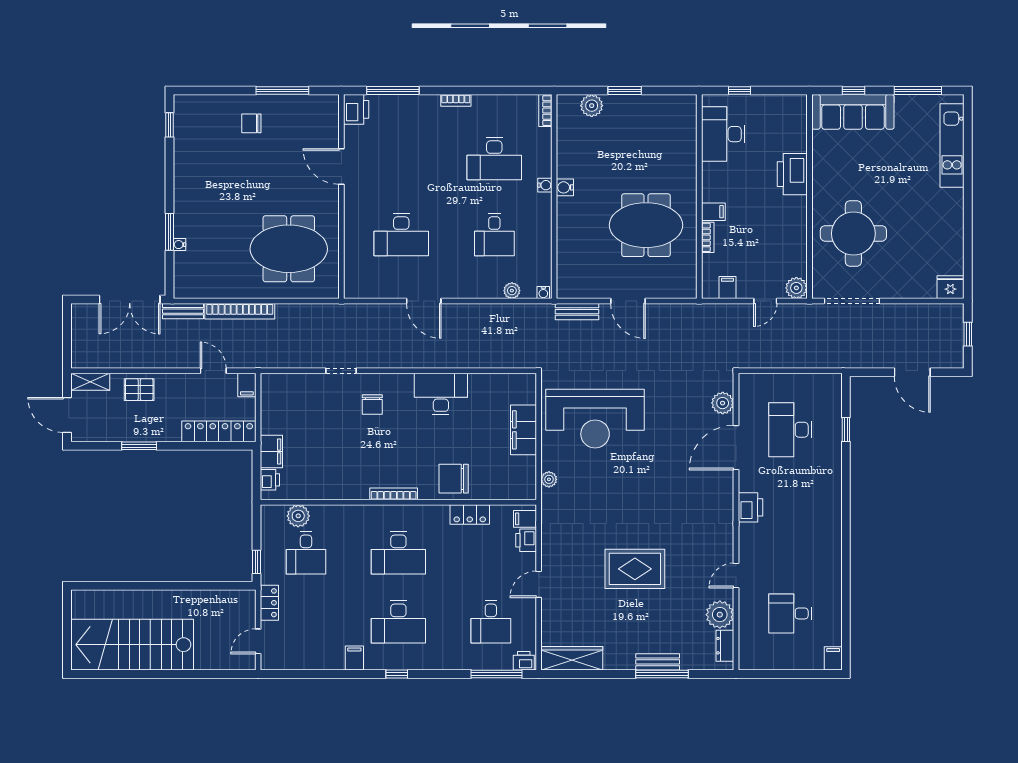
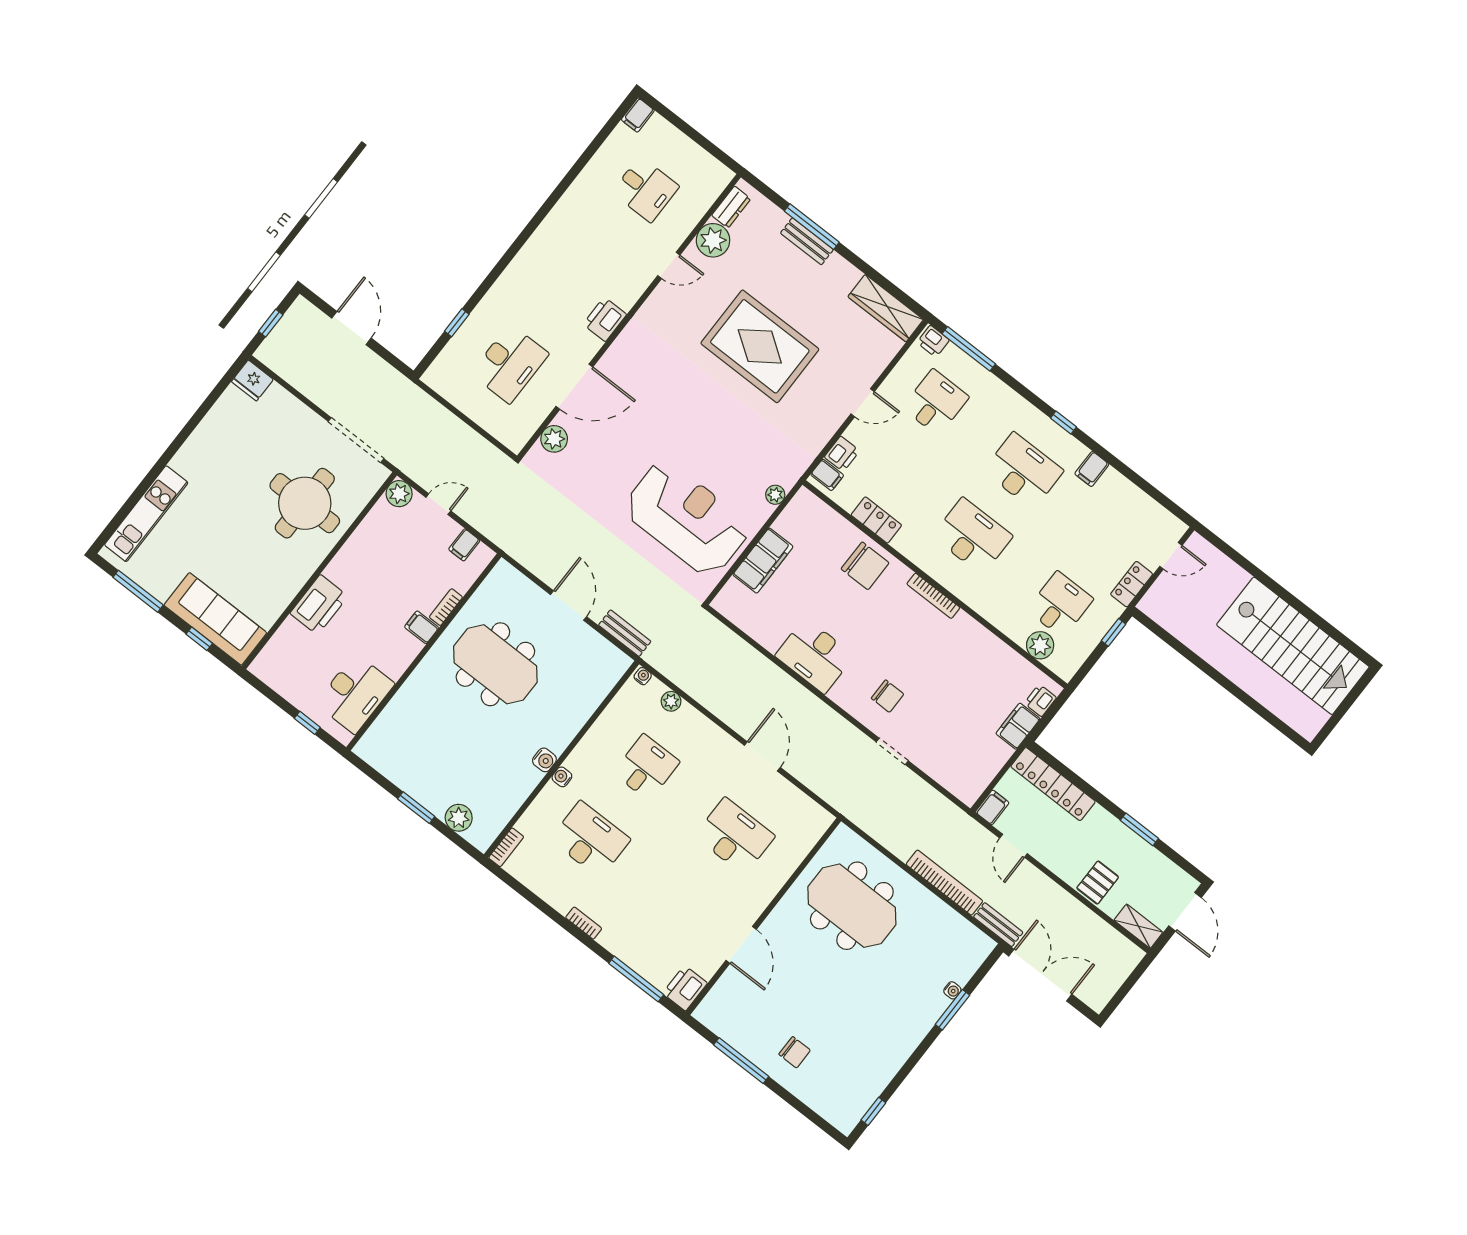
pallet: (139, 390) -> (1098, 883), turned 90
chair: (372, 405) -> (888, 696), turned 90
rug: (635, 569) -> (760, 346), width x1.37, depth x1.44

